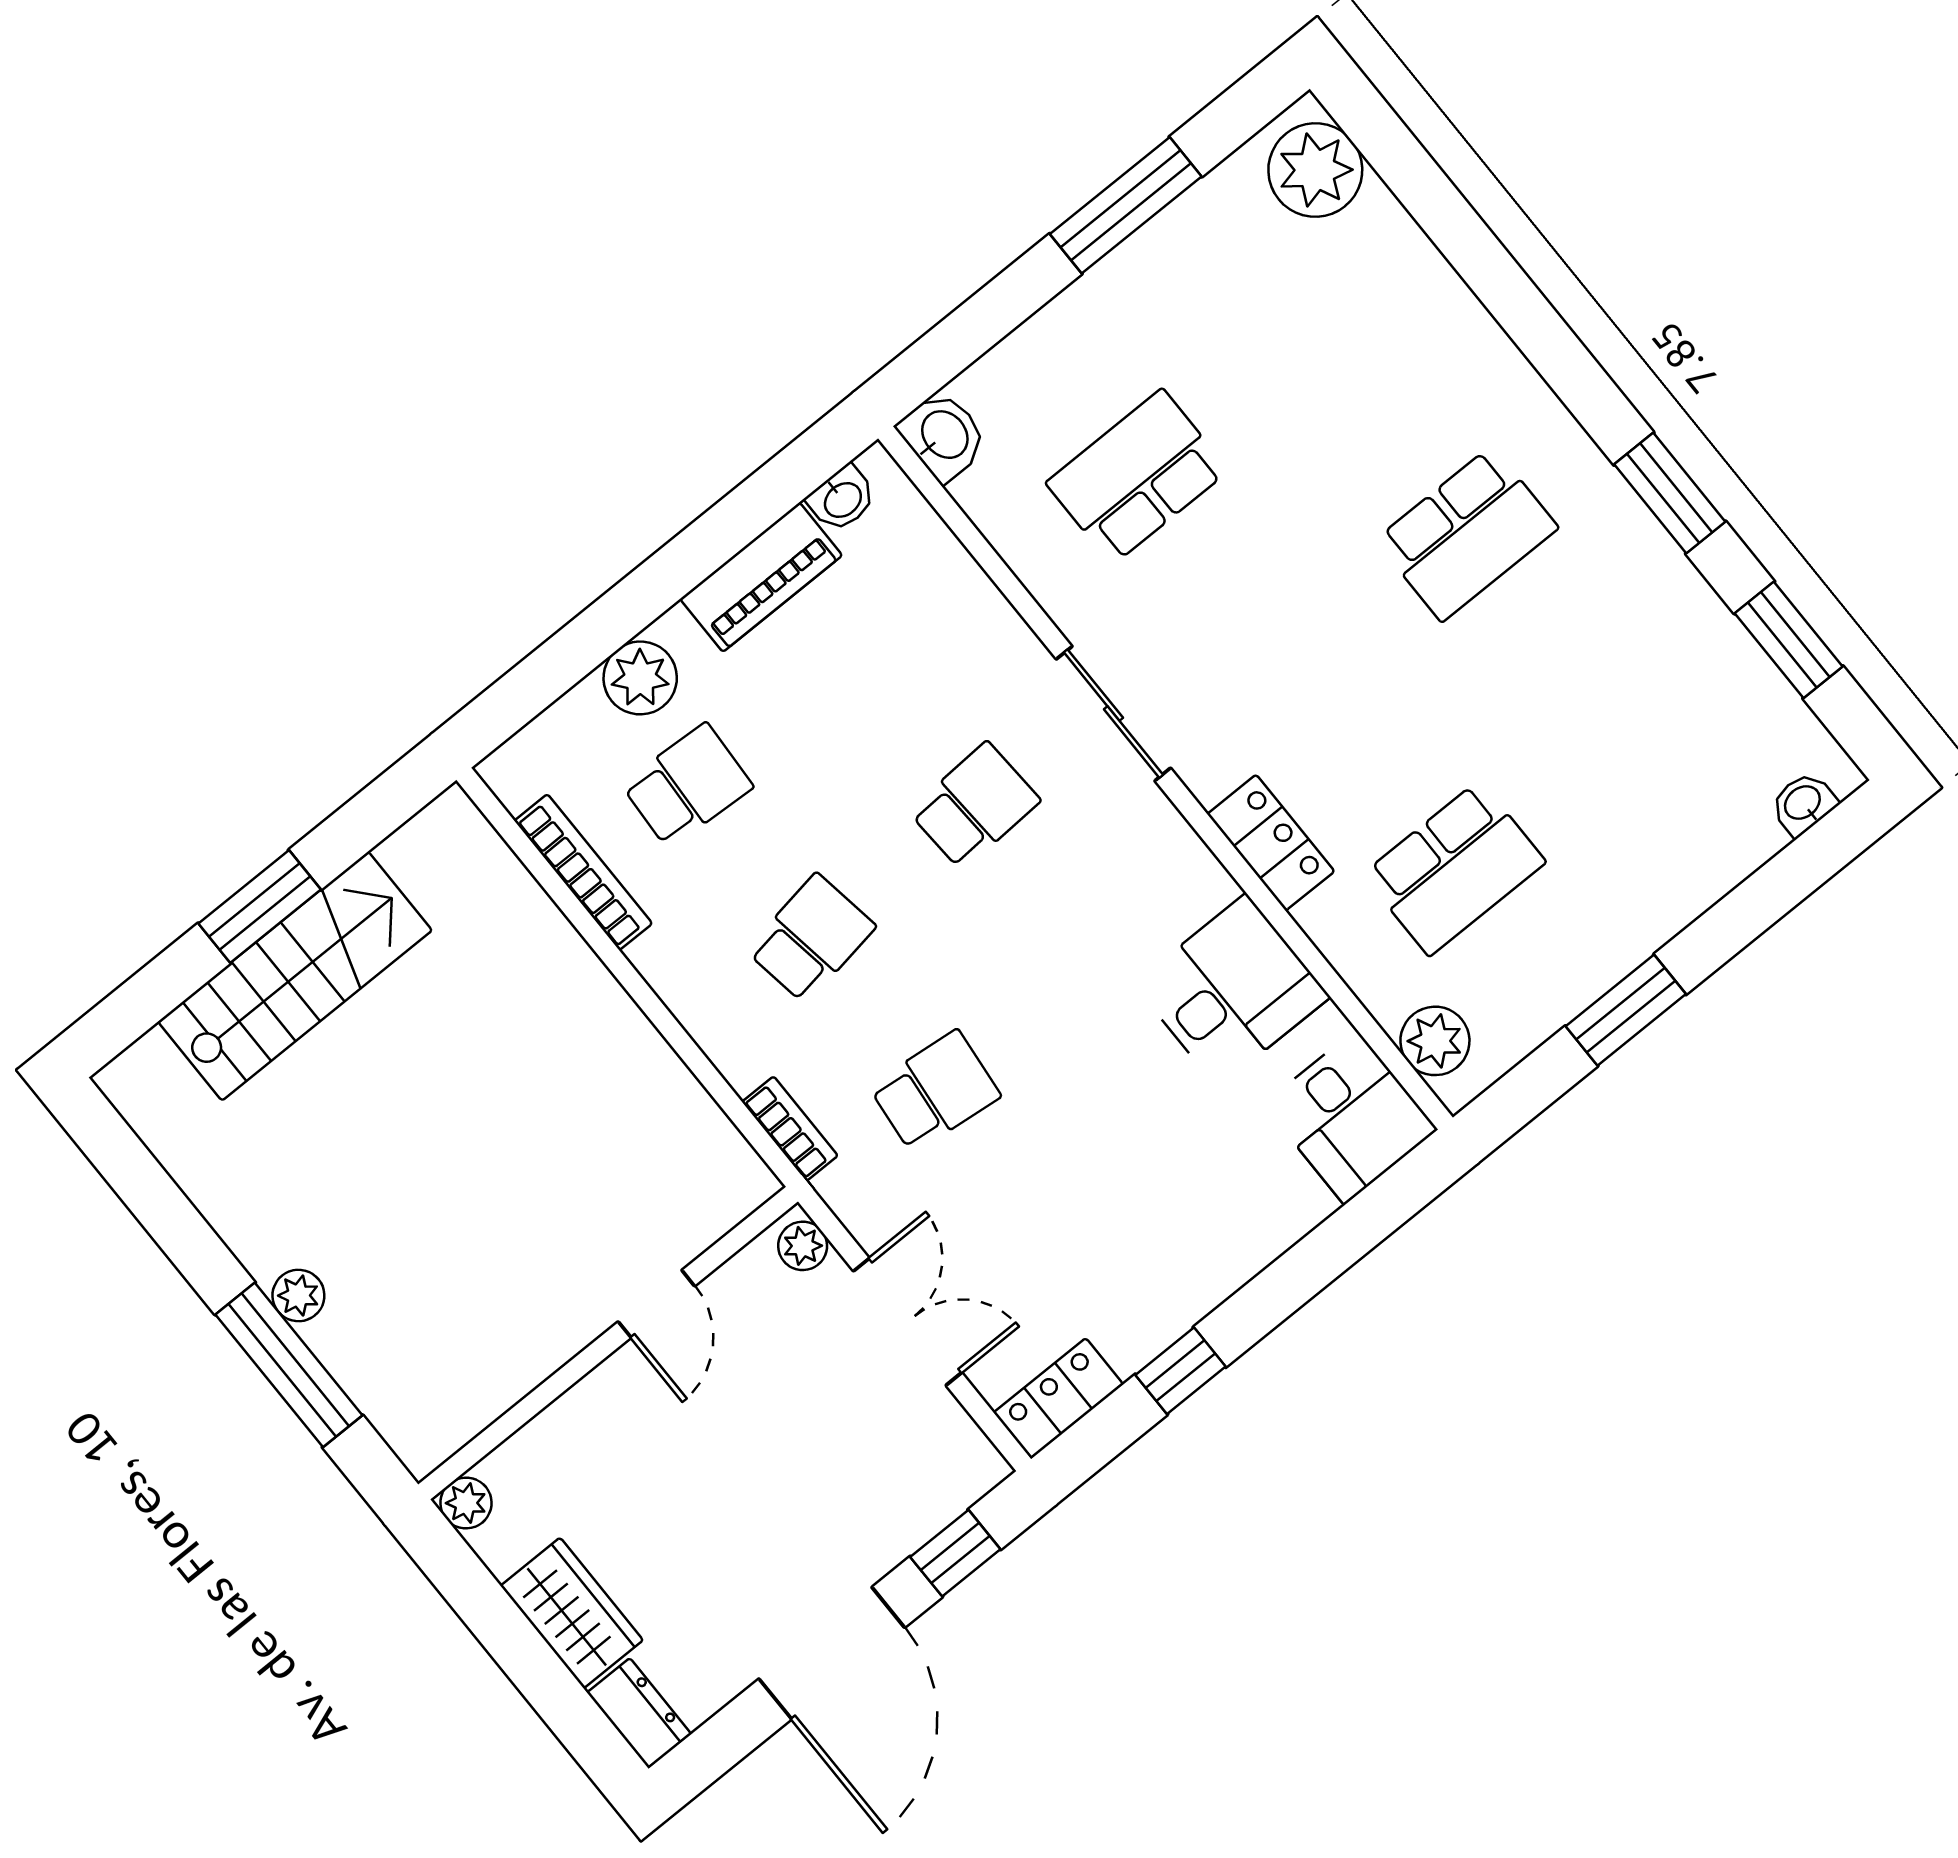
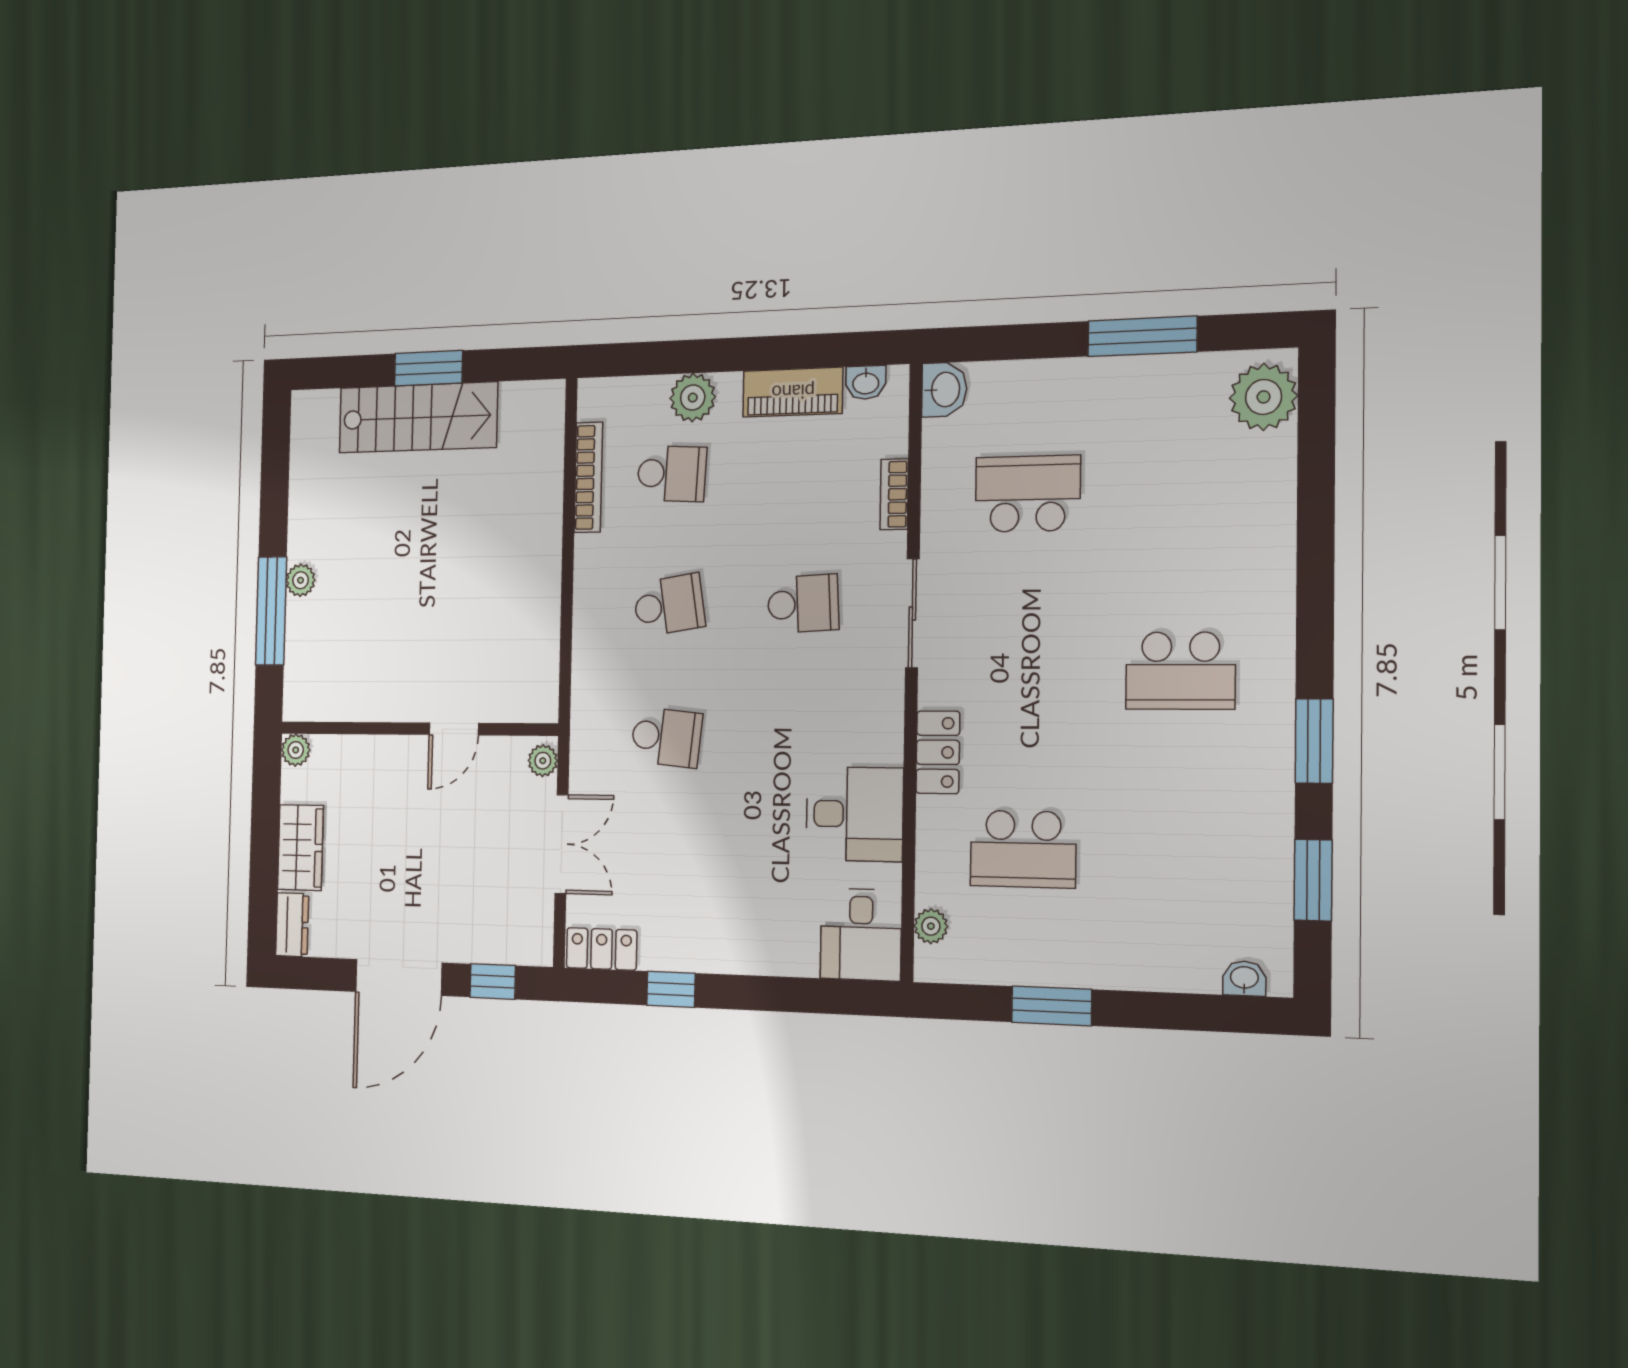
plant: (1435, 1041) -> (931, 926), width x0.73, depth x0.73
bookcase: (790, 1129) -> (894, 494), moved, turned 180

